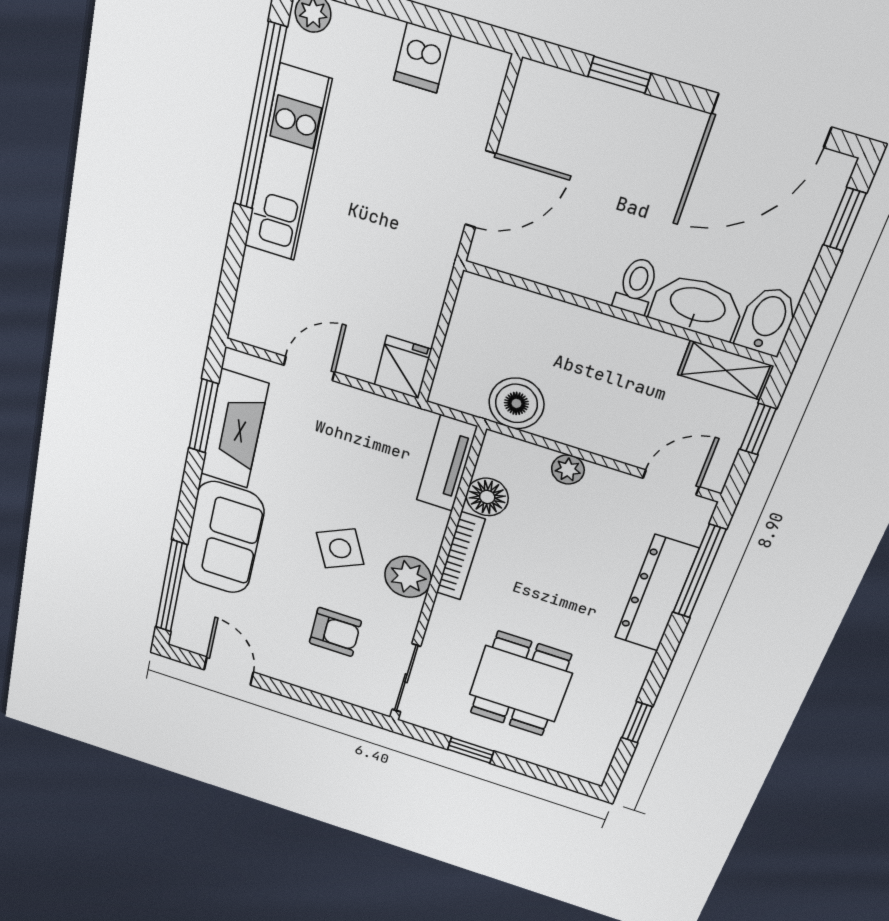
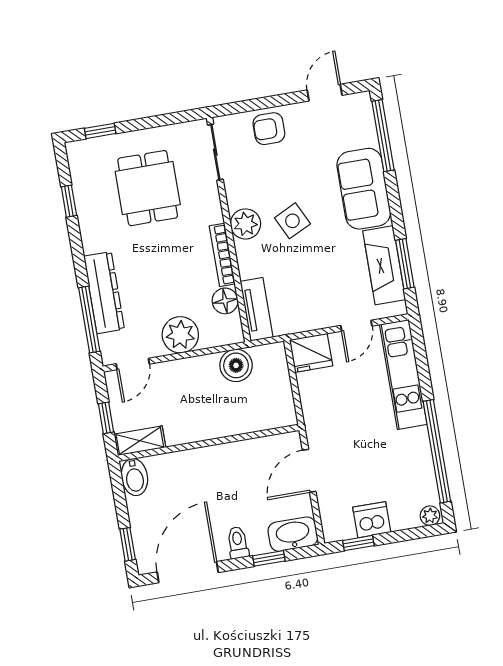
window: (454, 25) -> (358, 543), added
dishwasher: (422, 58) -> (372, 520), width x1.38
kitchen unit: (287, 164) -> (403, 374), moved
toilet: (636, 286) -> (238, 543), moved, turned 180
washbasin: (697, 306) -> (293, 534), moved, turned 180
fridge: (403, 367) -> (311, 353), width x1.38
plant: (568, 469) -> (180, 335), width x1.88, depth x1.88
armchair: (335, 632) -> (269, 129), moved
door: (229, 671) -> (325, 93), swing flipped
window: (471, 750) -> (100, 131), moved

